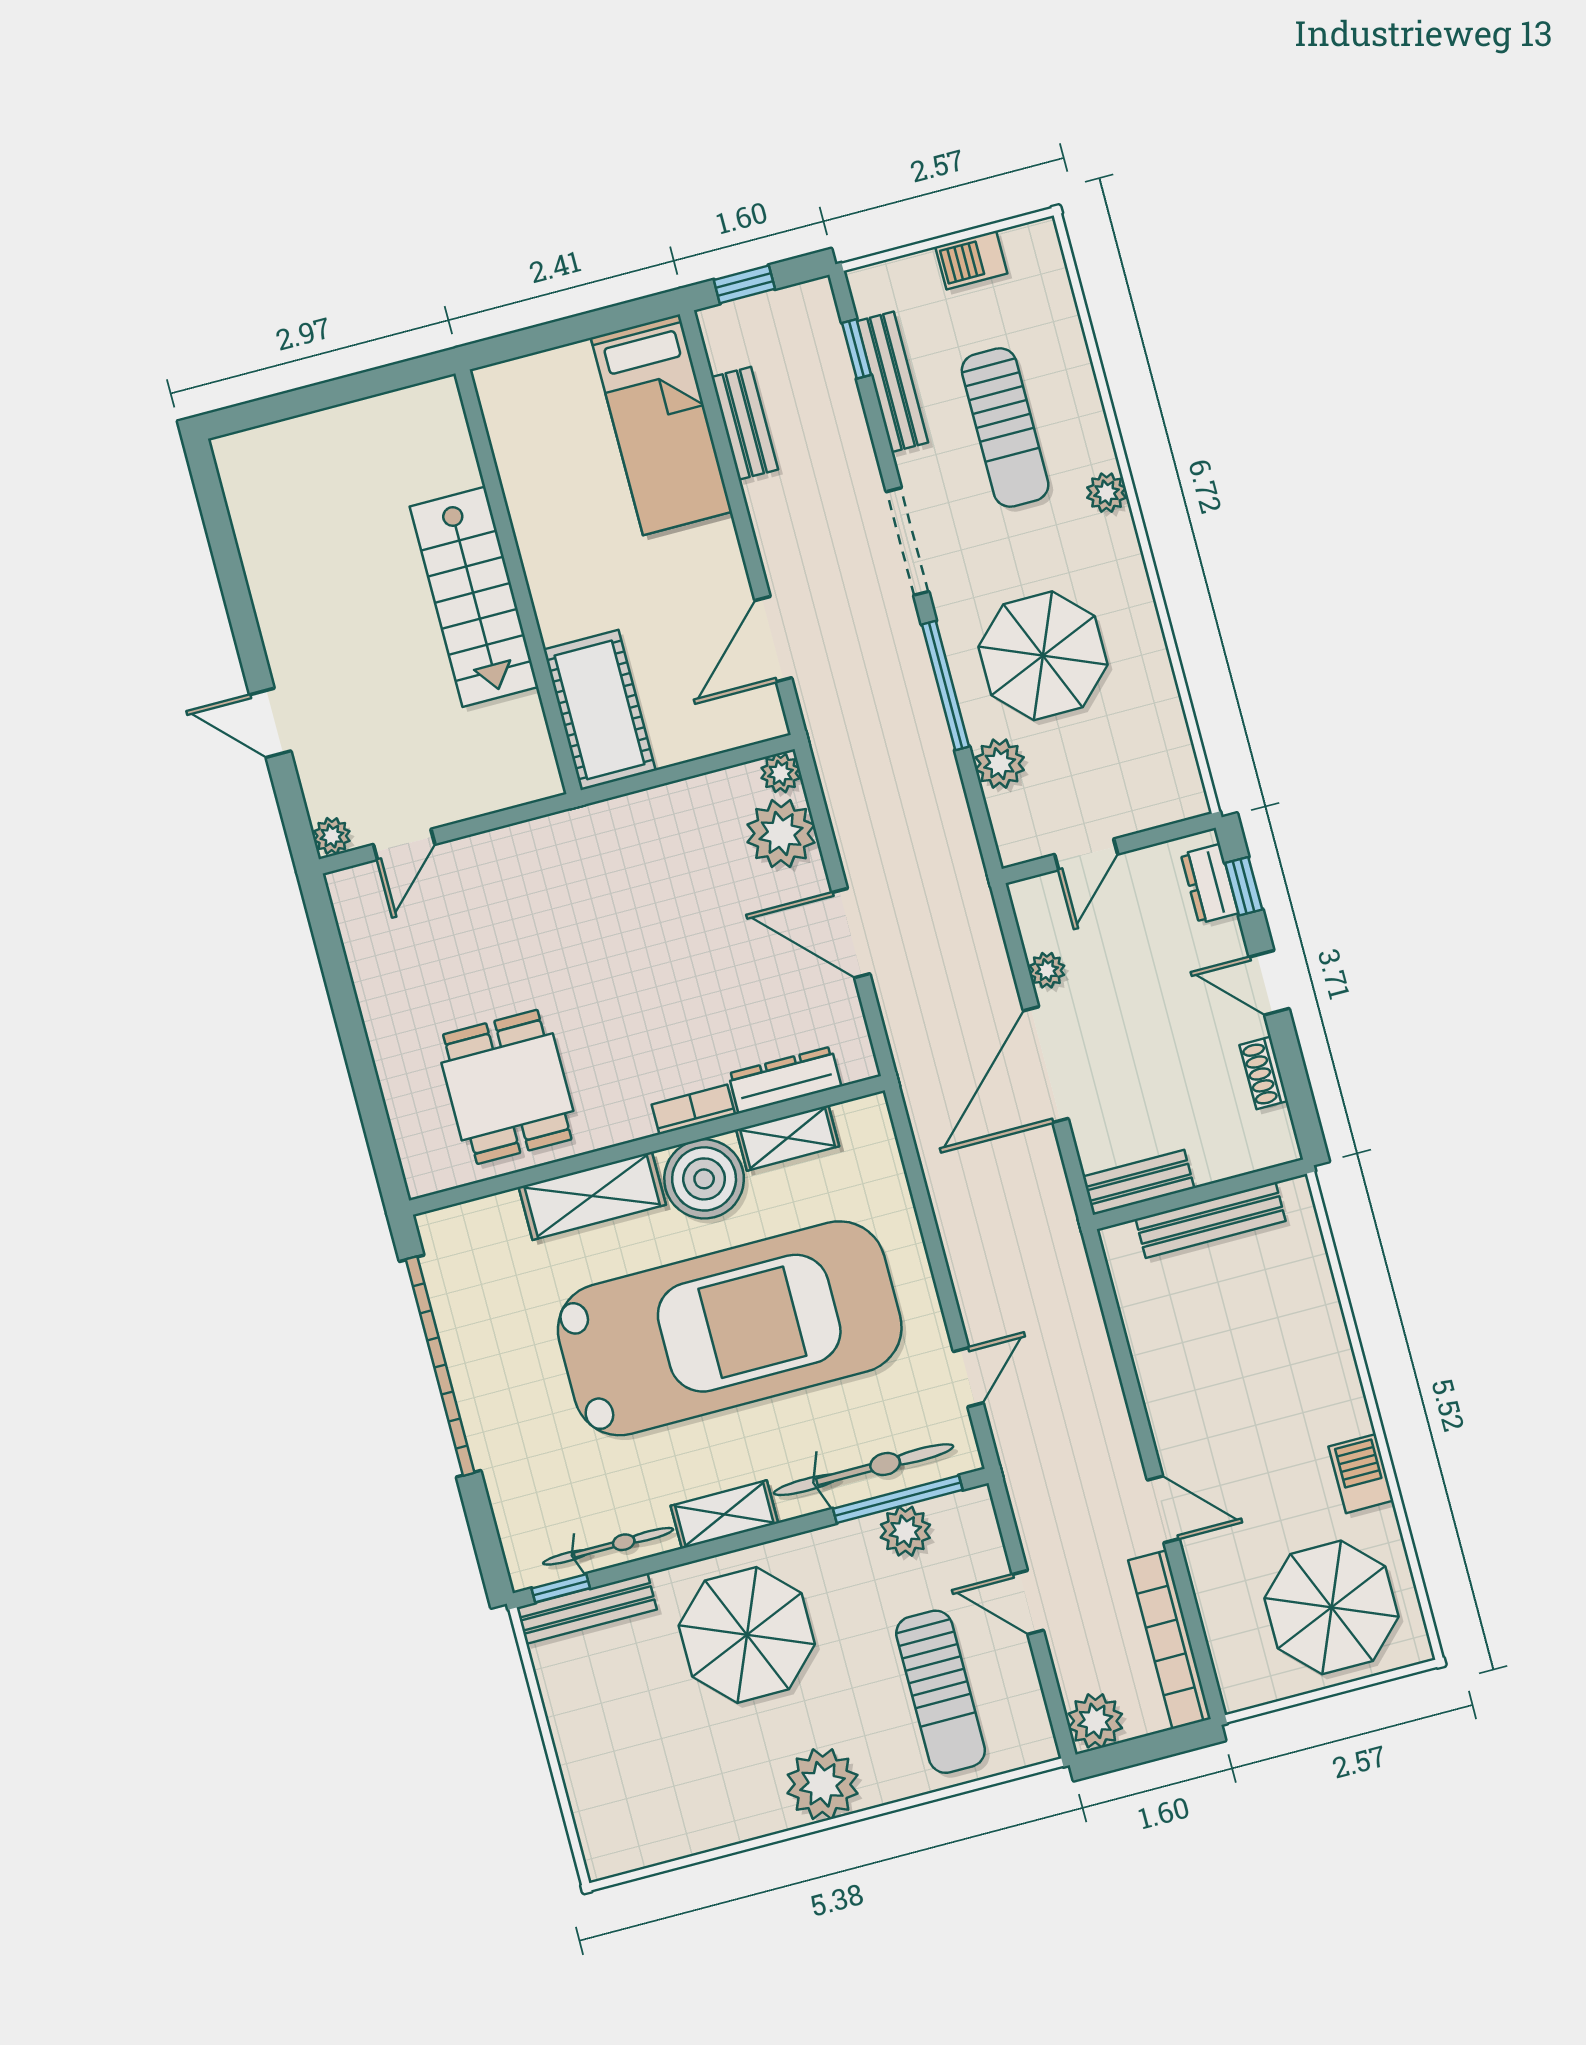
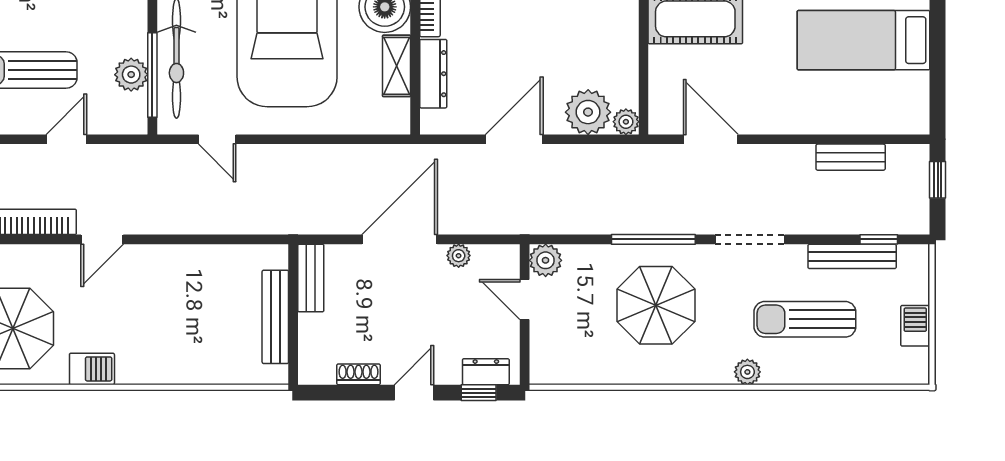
bed: (661, 425) -> (863, 40), moved
plant: (1000, 764) -> (546, 260), moved
door: (1046, 1065) -> (400, 239), hinge flipped

